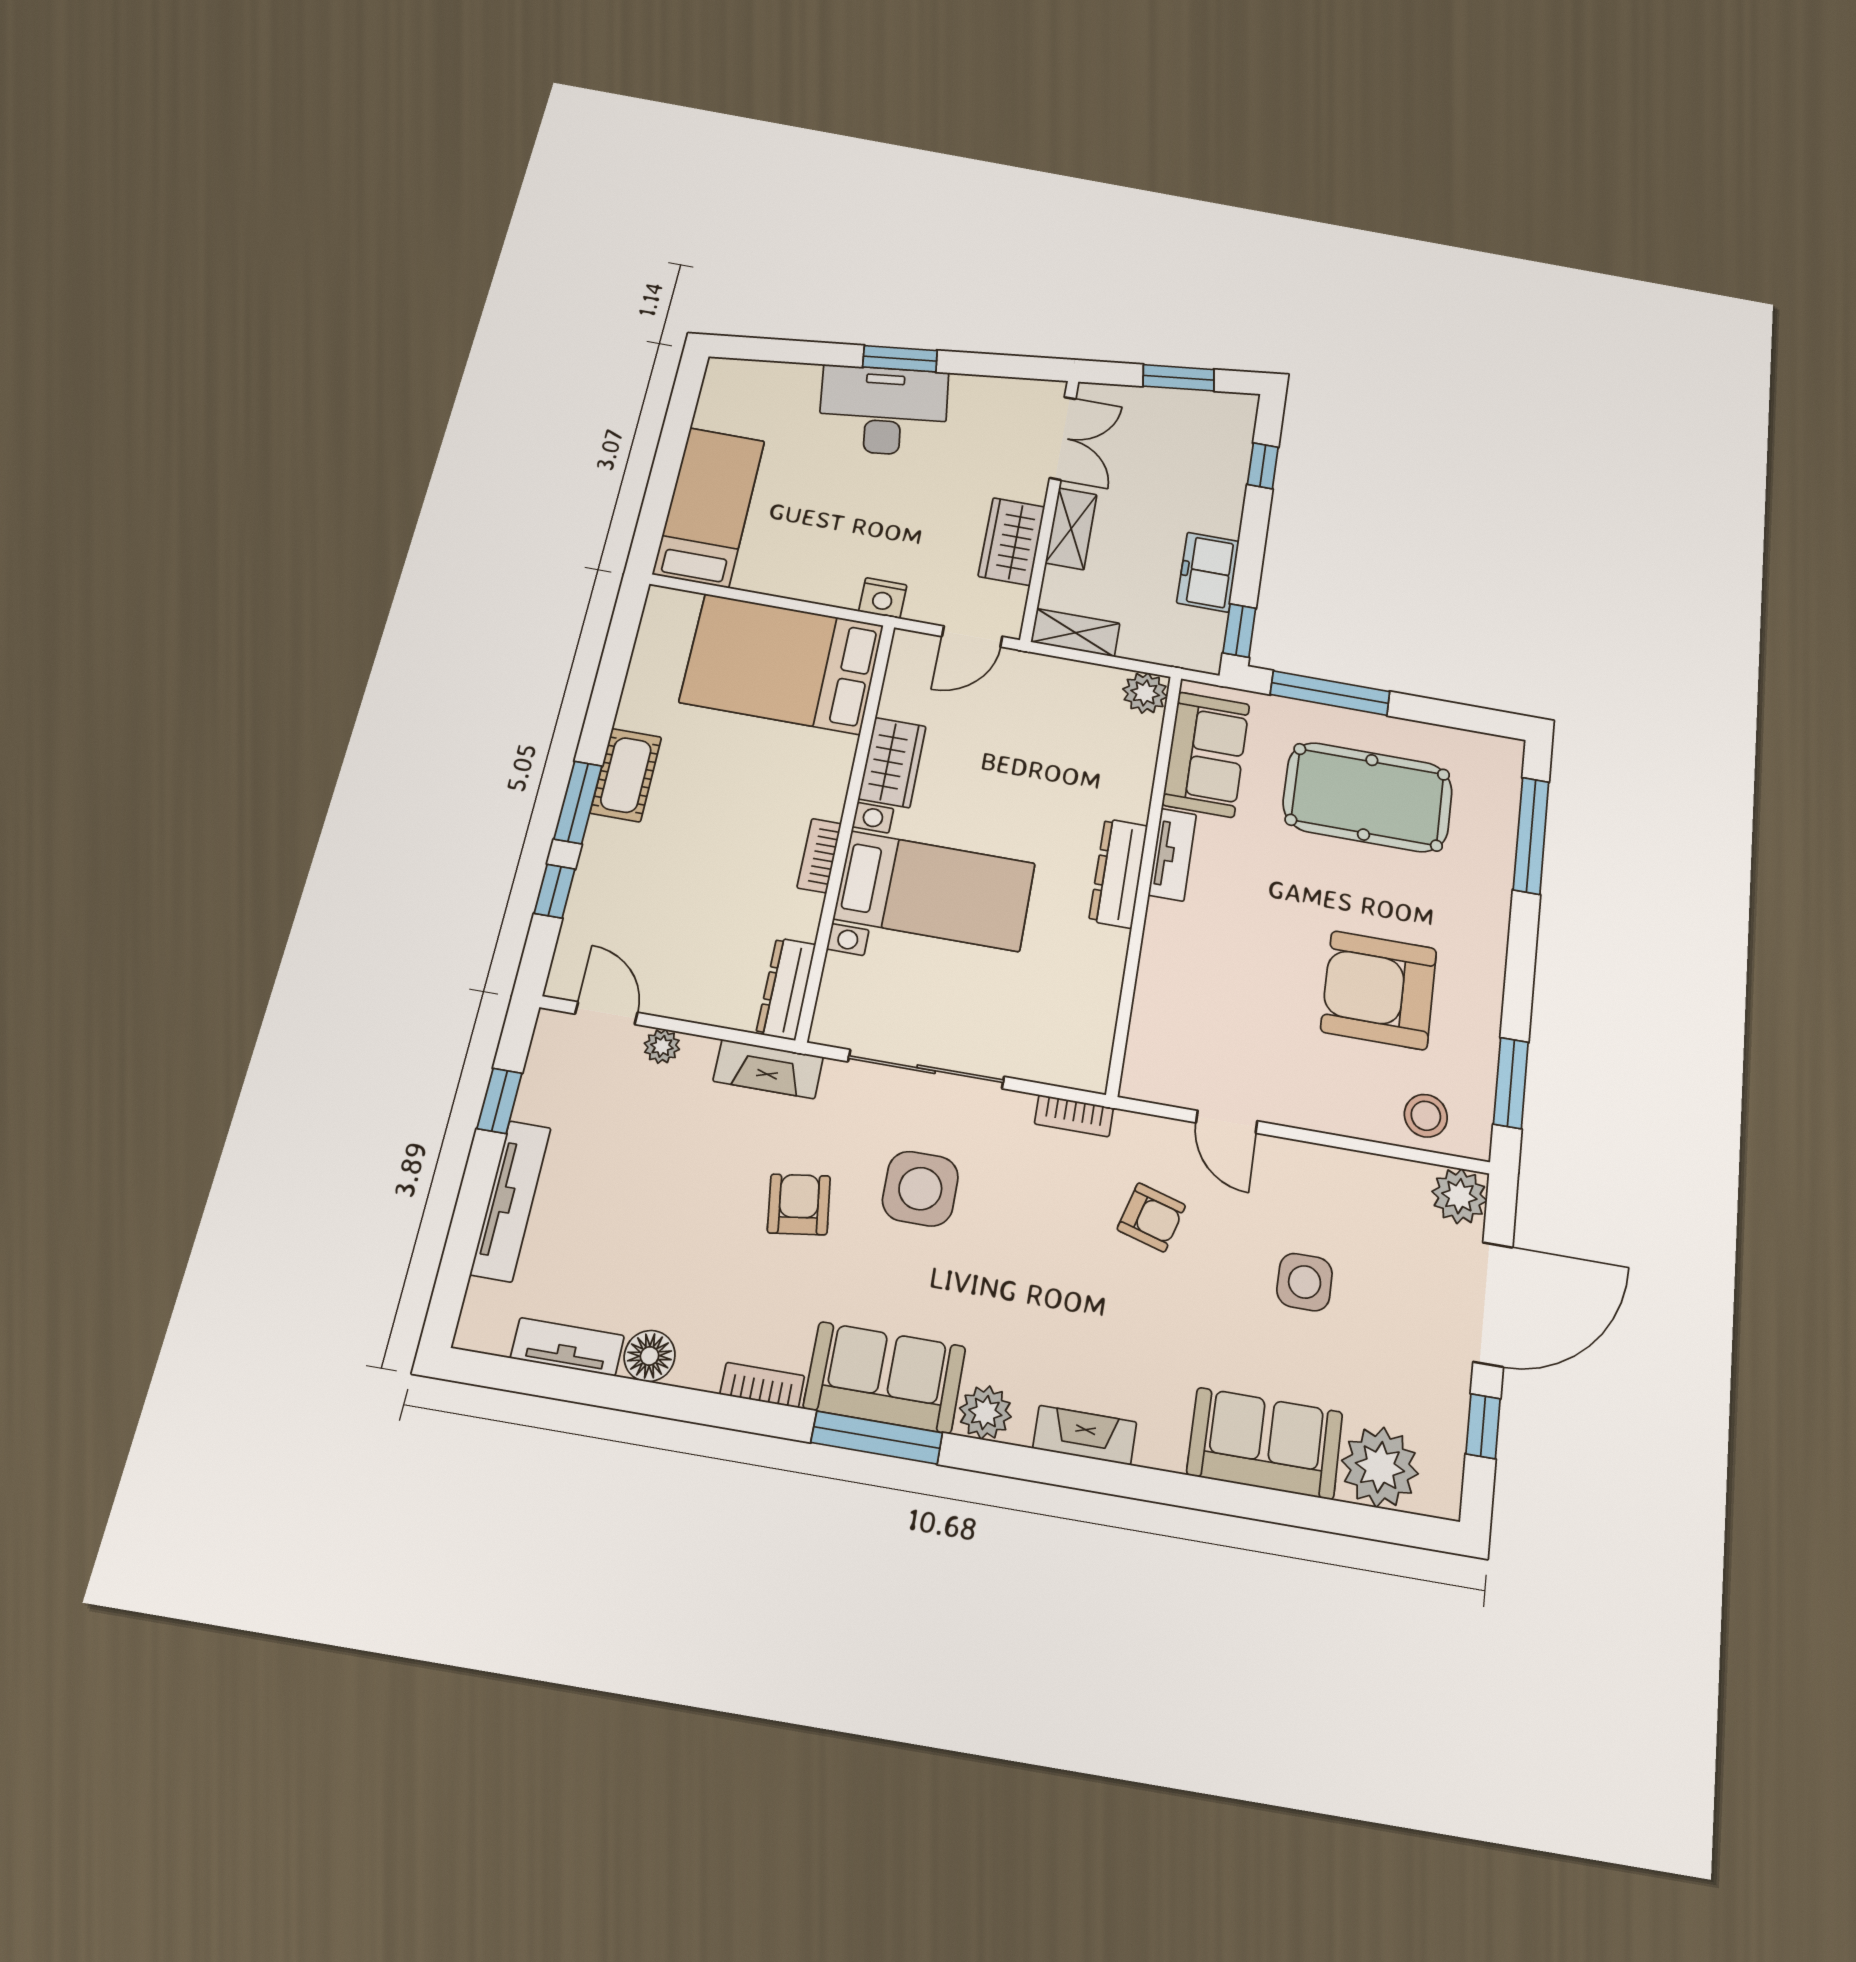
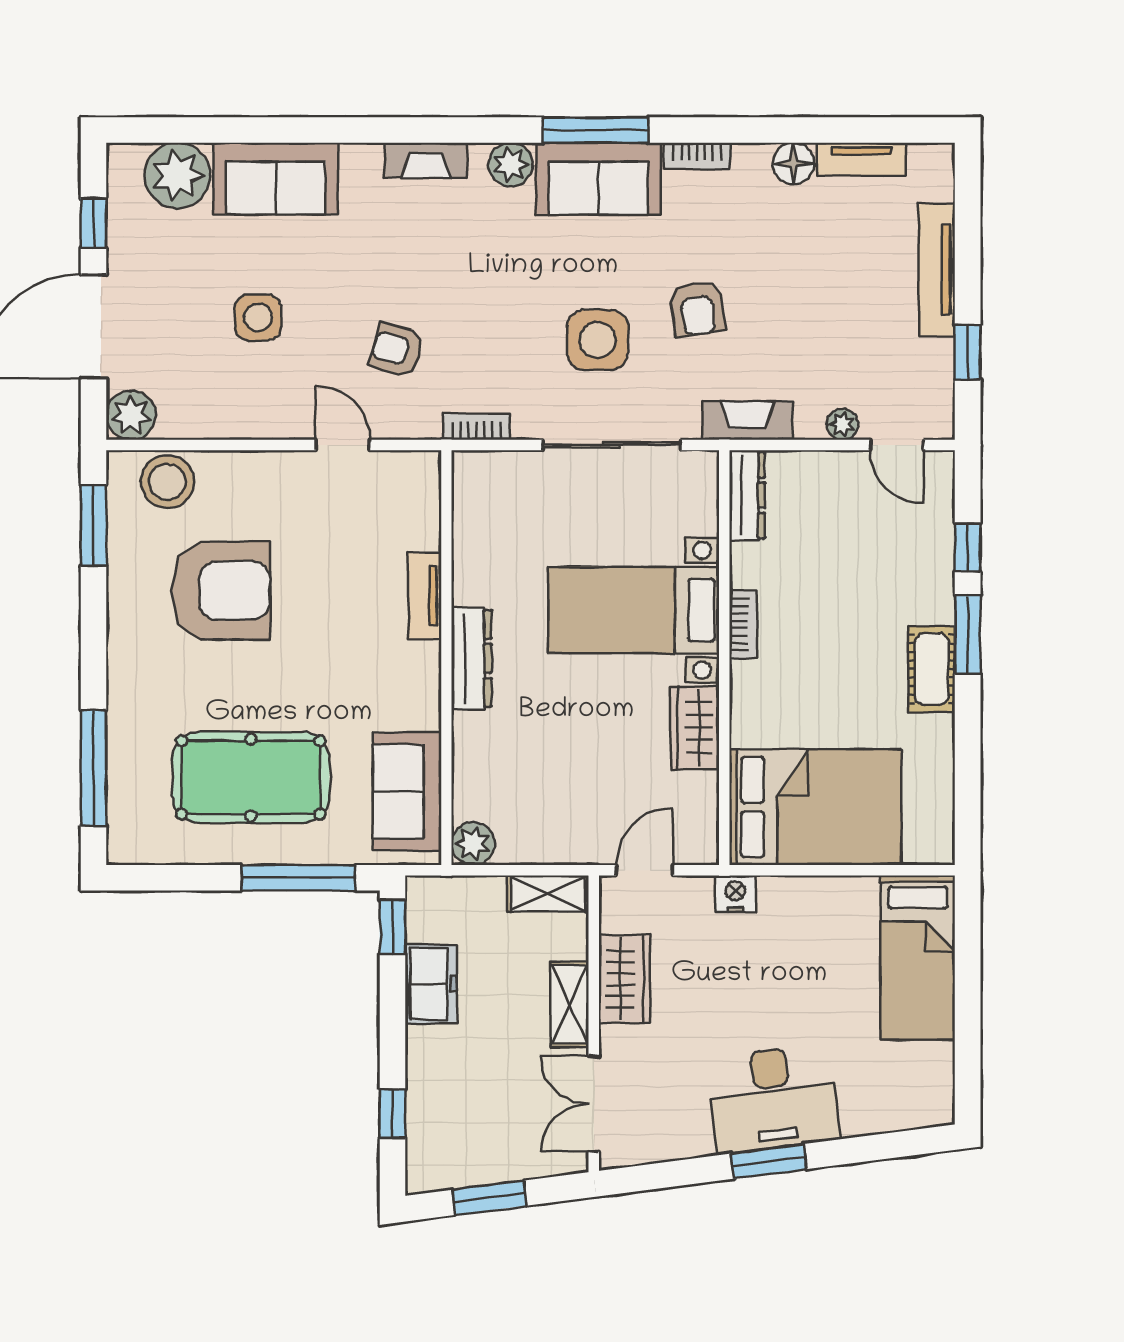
tv unit: (1172, 855) -> (425, 596), moved
stool: (1426, 1116) -> (167, 482), width x1.38, depth x1.38

